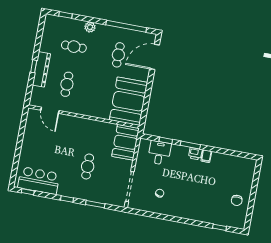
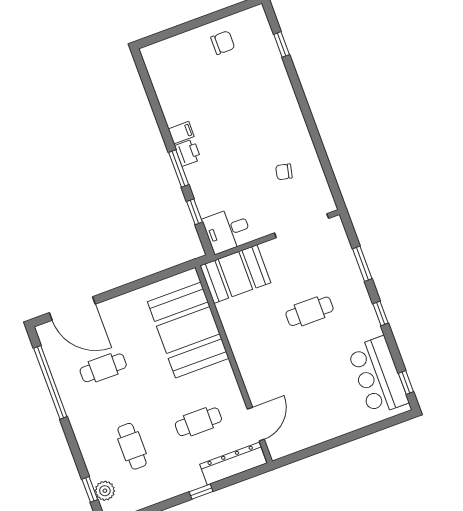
plant: (90, 27) -> (105, 491), moved
dresser: (41, 69) -> (233, 464), moved
booth: (129, 101) -> (188, 330), moved, turned 90
desk: (159, 153) -> (227, 230), moved

